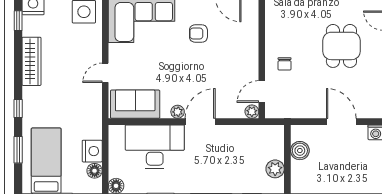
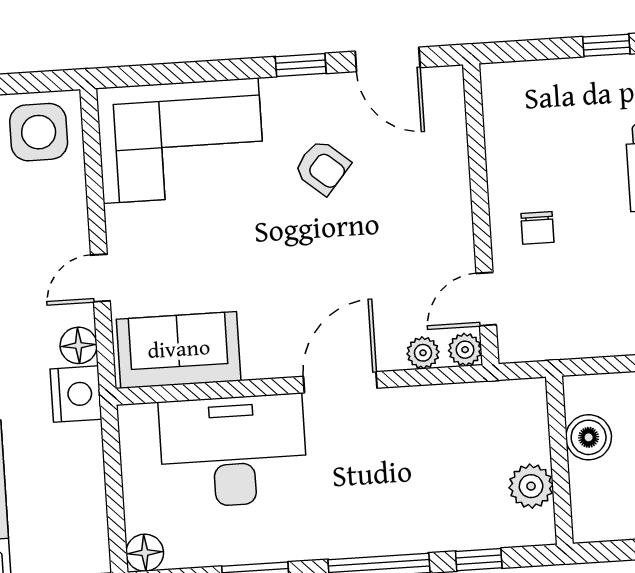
armchair: (198, 34) -> (322, 167), turned -140
plant: (178, 112) -> (423, 353), moved
nightstand: (92, 151) -> (76, 394), moved
floor lamp: (95, 171) -> (79, 345), moved

